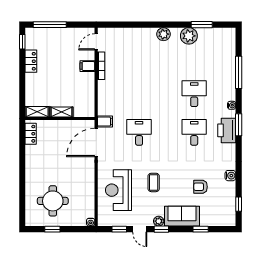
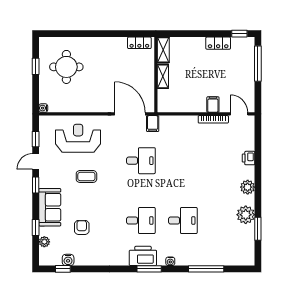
printer: (137, 33) -> (249, 158), added
water cooler: (230, 176) -> (68, 260), moved
plant: (159, 221) -> (44, 242), moved

